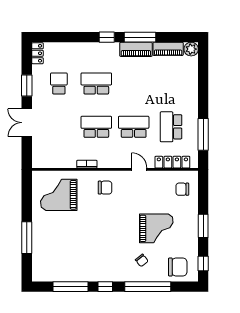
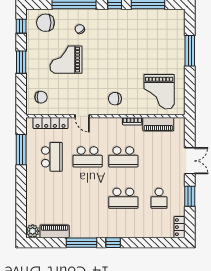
piano: (136, 49) -> (158, 124), moved, turned 180
grand piano: (59, 195) -> (159, 92), turned 90

